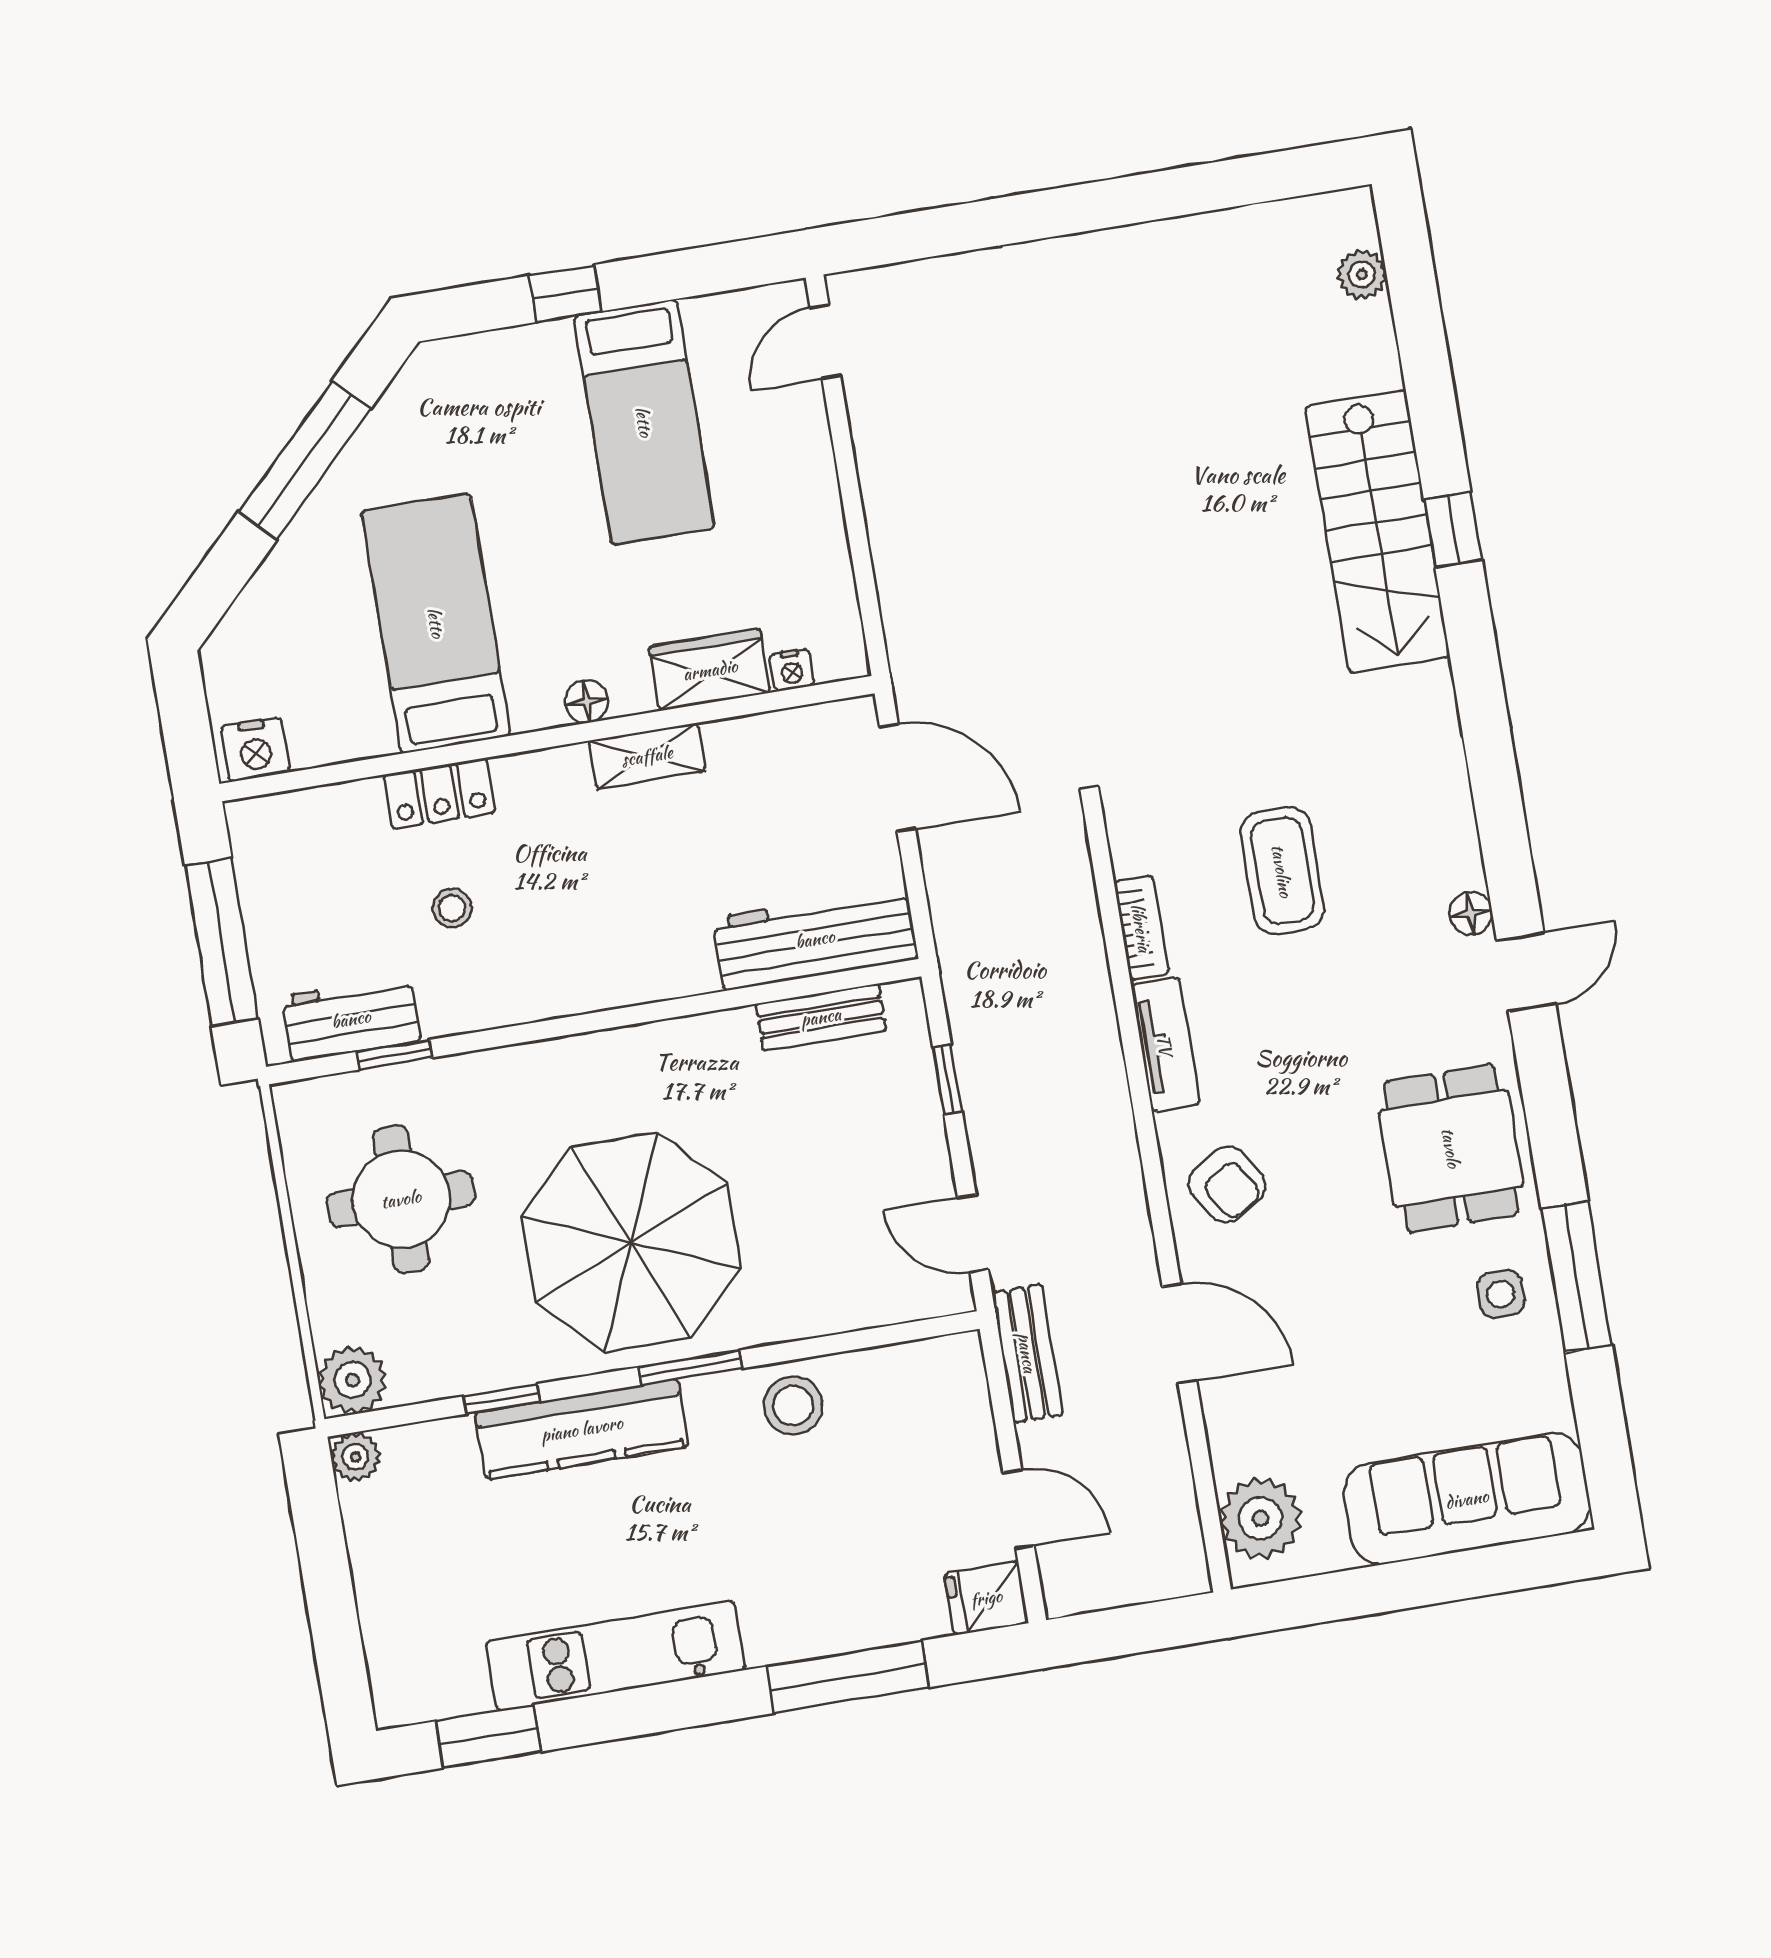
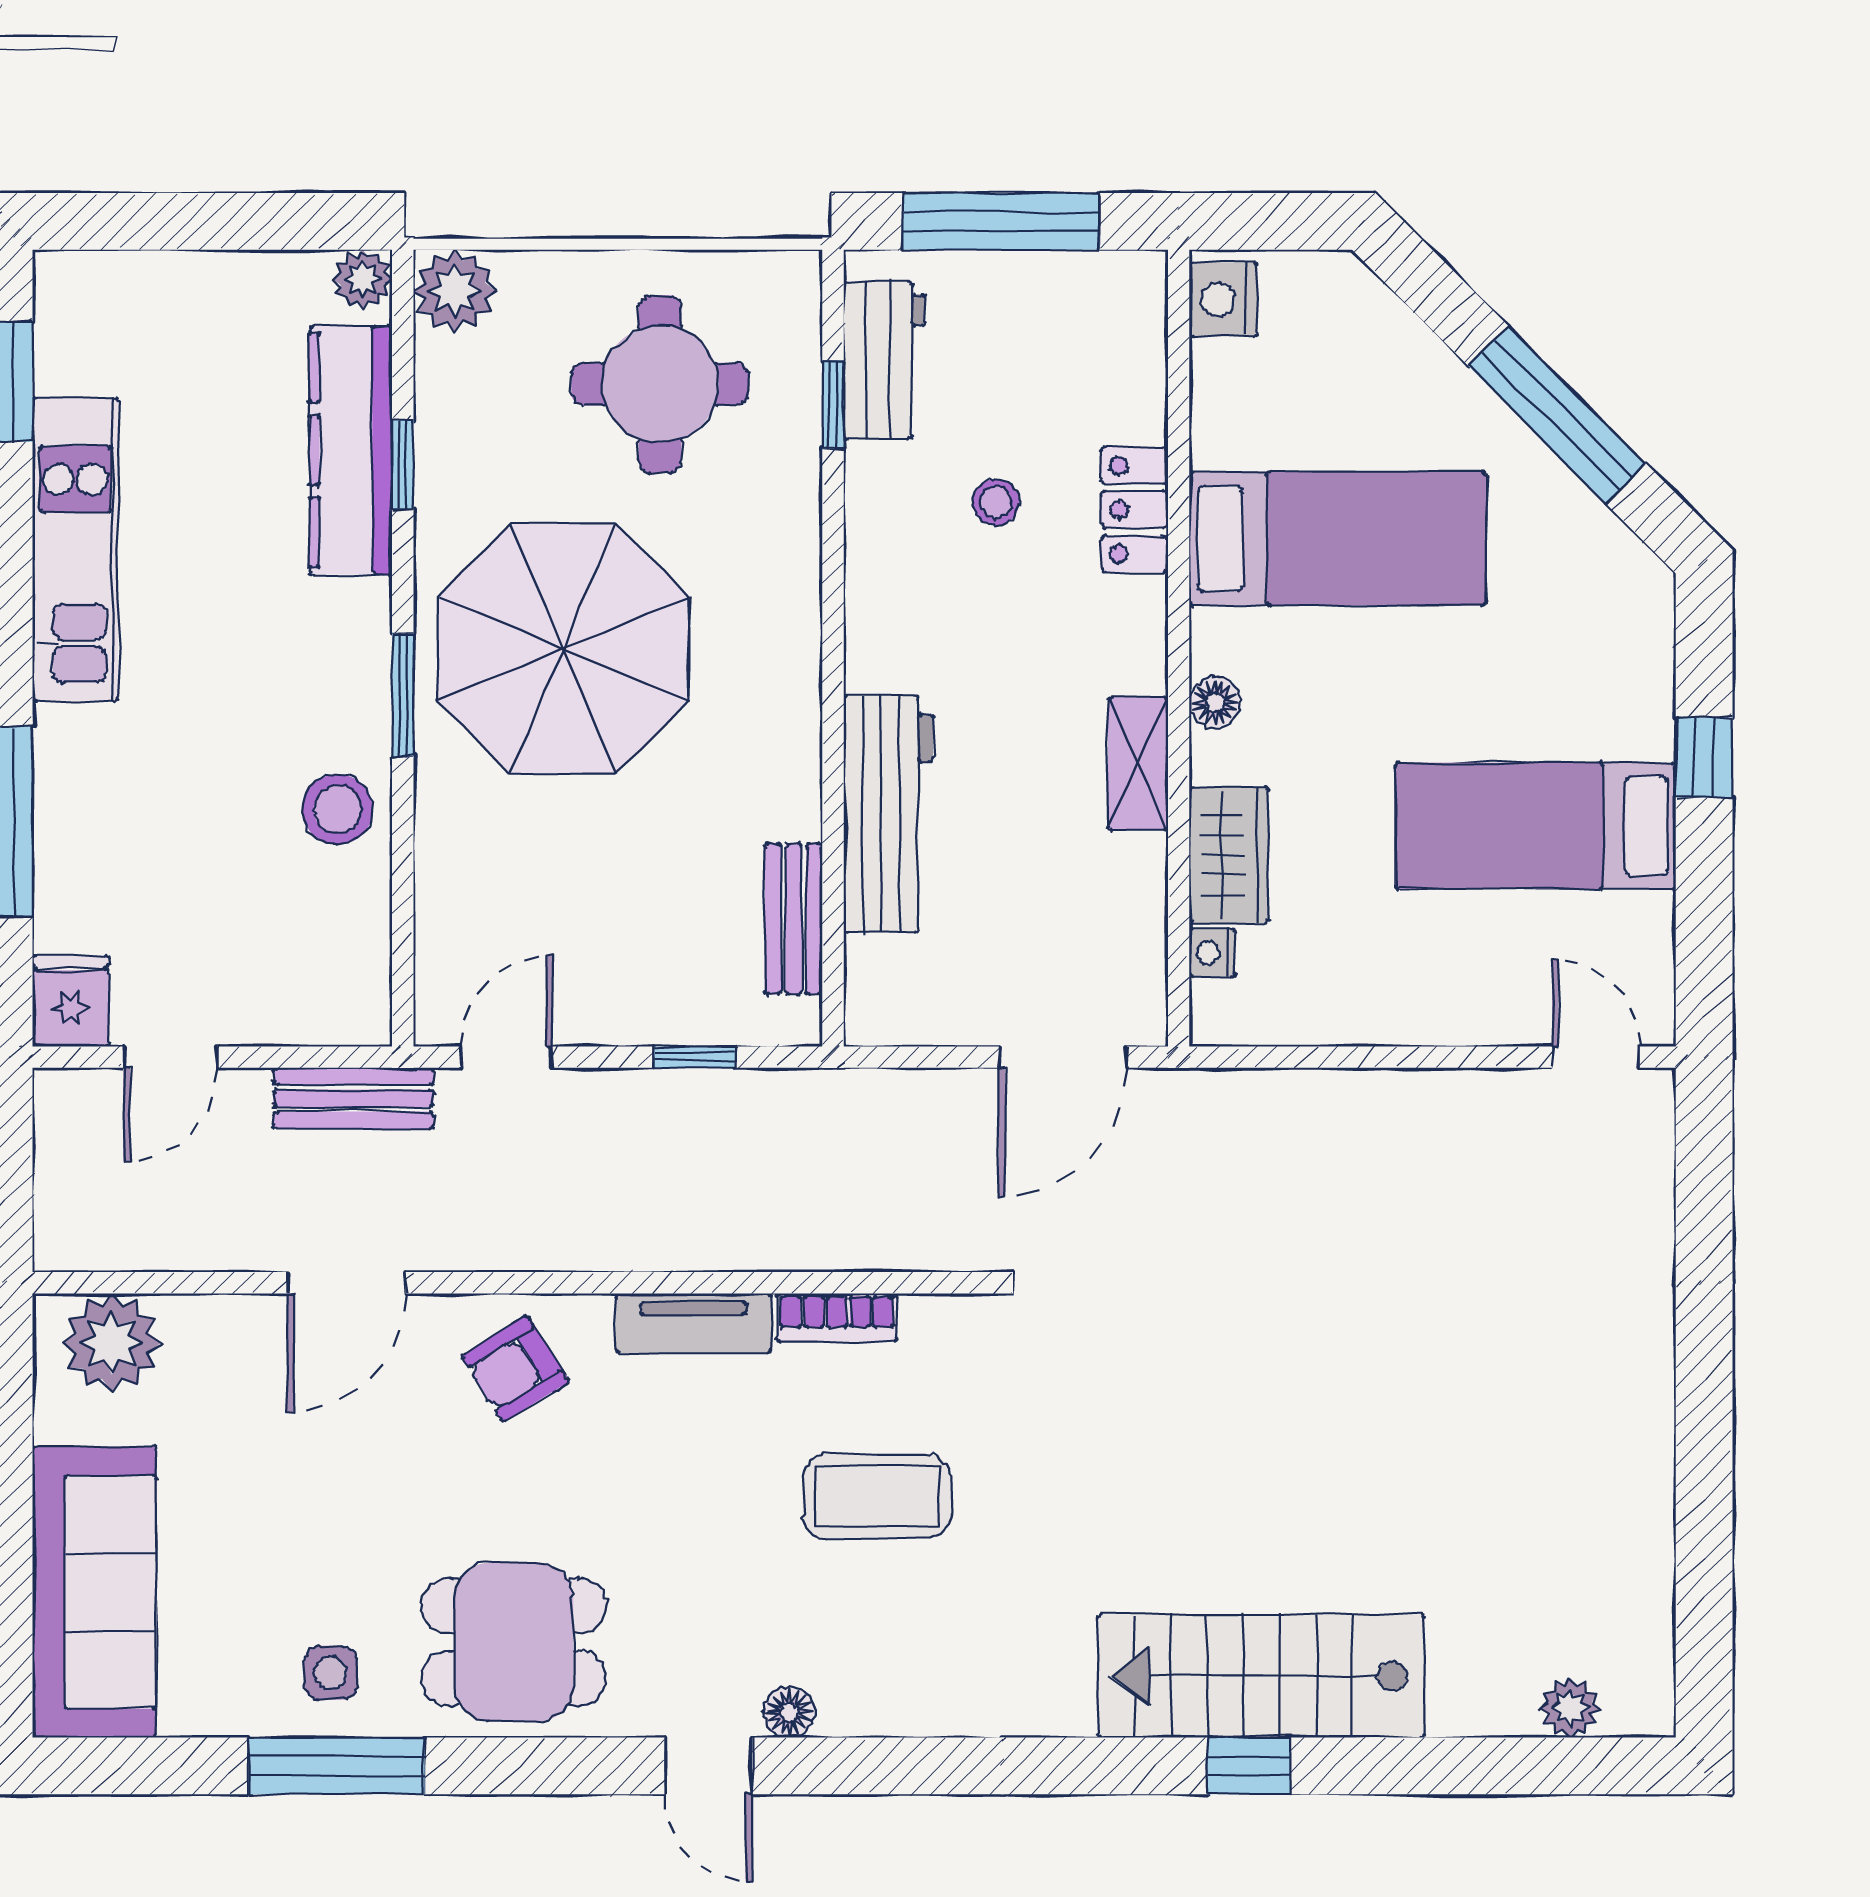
workbench: (815, 939) -> (888, 814), moved
kitchen counter: (582, 1429) -> (351, 450), moved

